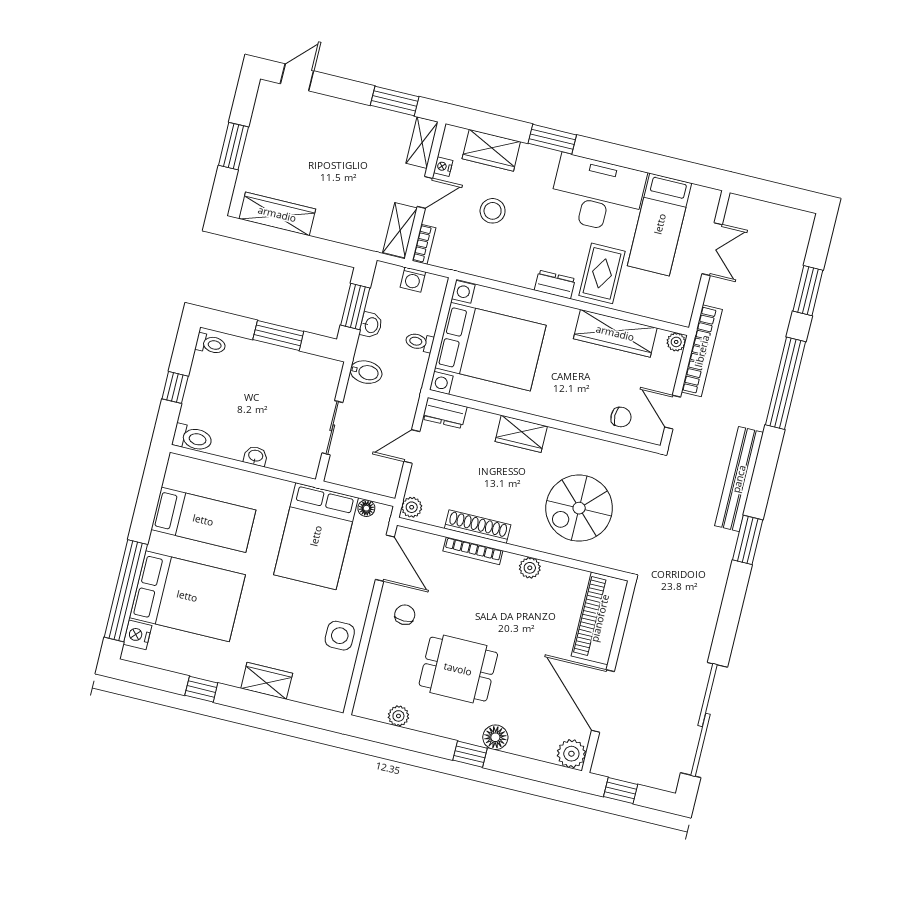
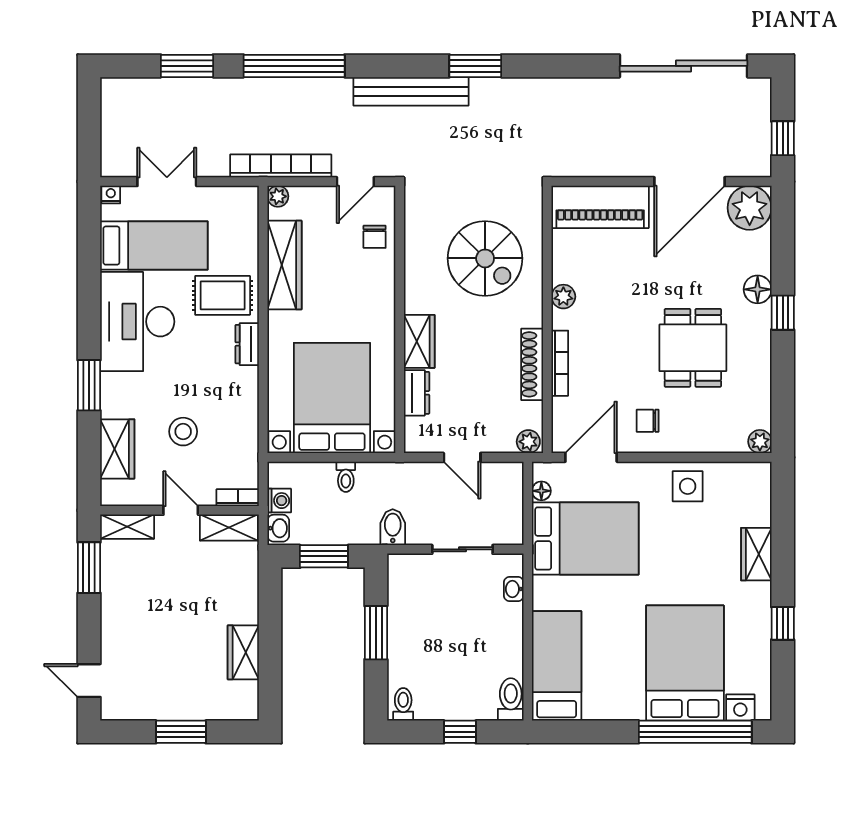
nightstand: (443, 167) -> (111, 195), moved, turned 180
wardrobe: (277, 214) -> (243, 652), width x0.67
washbasin: (371, 325) -> (278, 528), moved, turned 90
dresser: (445, 413) -> (417, 393), moved
chair: (621, 417) -> (375, 237), turned 180
washbasin: (256, 456) -> (514, 589), moved
bed: (203, 520) -> (557, 666), moved
plant: (398, 716) -> (760, 442), moved
plant: (571, 754) -> (750, 208), width x1.36, depth x1.36

